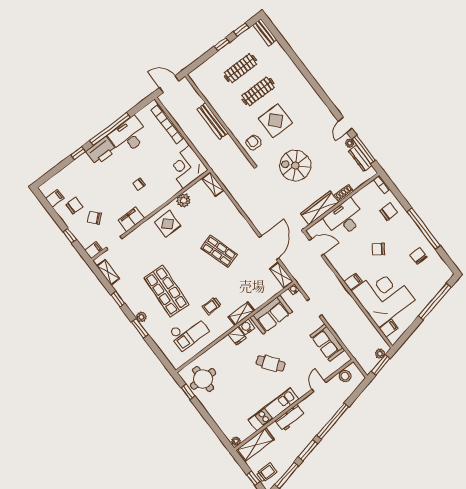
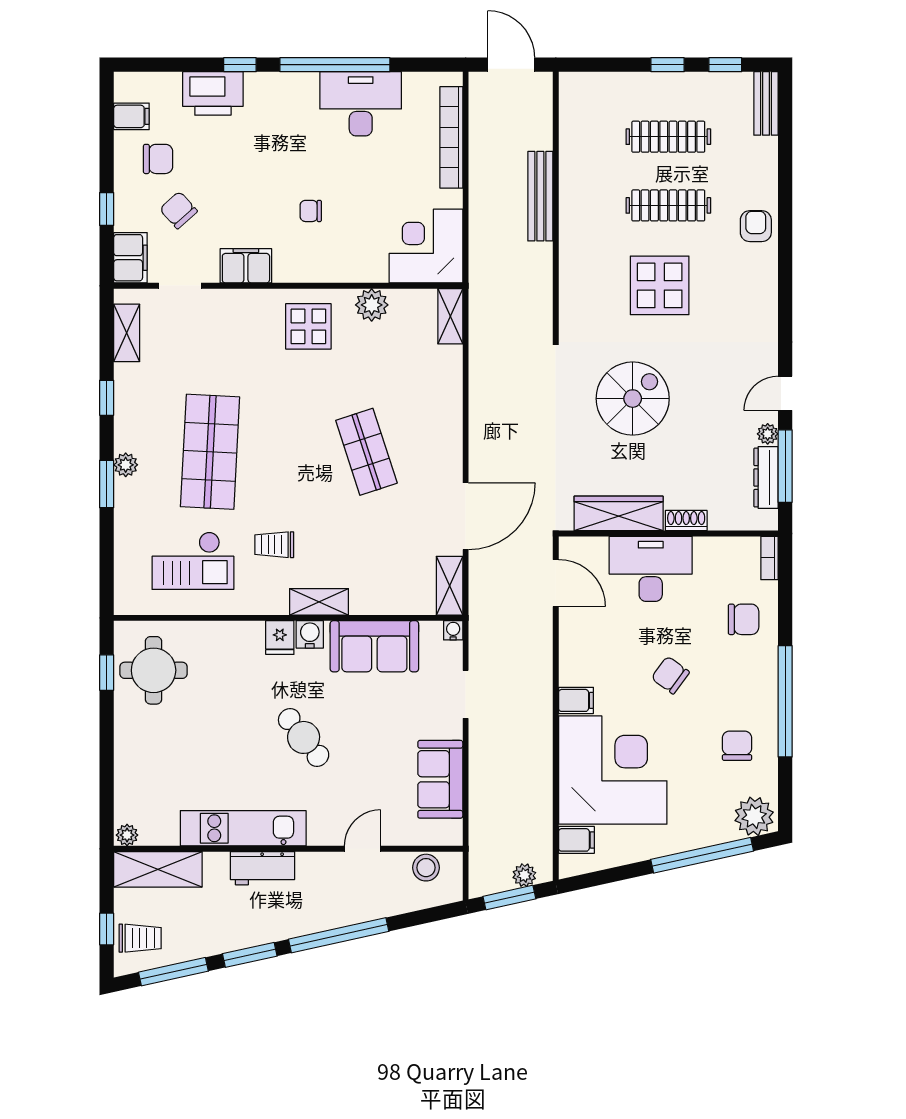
armchair: (254, 143) -> (756, 226), moved
printer: (101, 151) -> (213, 93), moved
spiral stairs: (295, 166) -> (633, 399), turned 90
filing cabinet: (93, 250) -> (130, 258), width x2.00
plant: (442, 275) -> (754, 816), added

